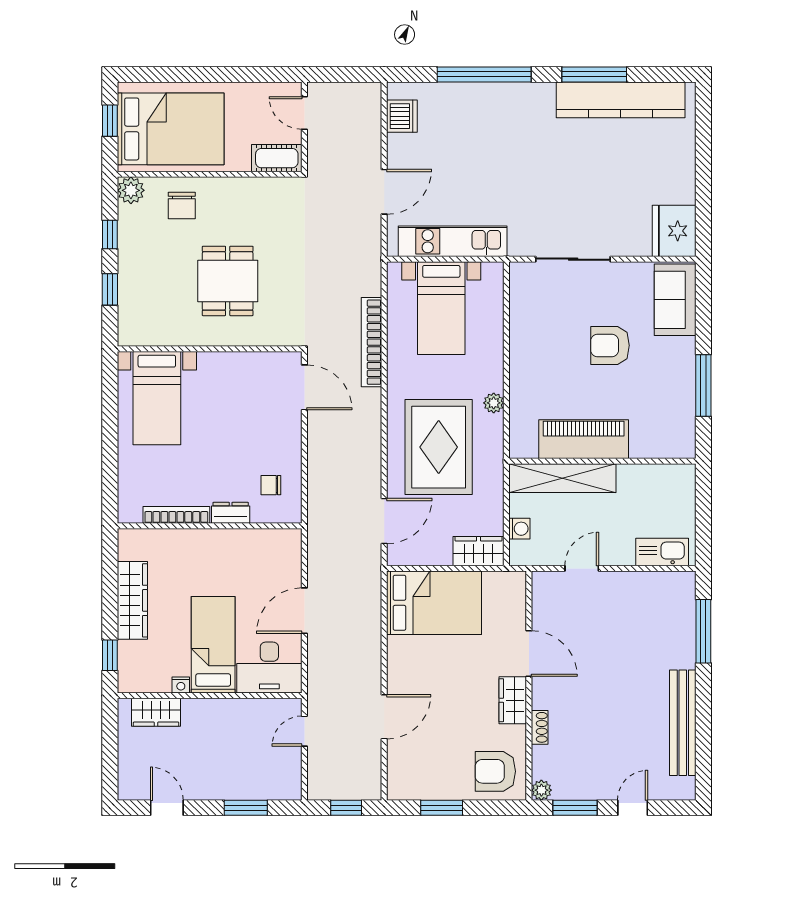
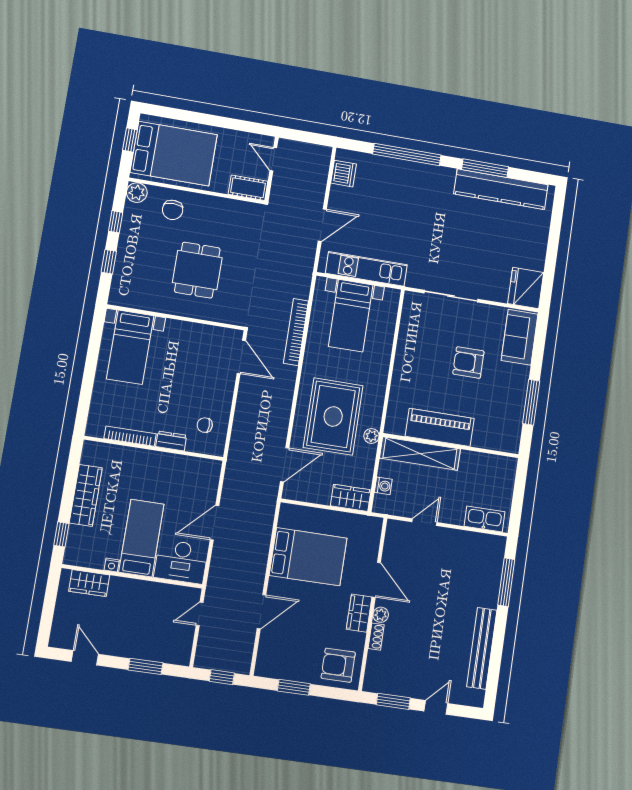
plant: (494, 403) -> (371, 436), moved
bed: (434, 603) -> (308, 557), moved
plant: (541, 790) -> (381, 615), moved

